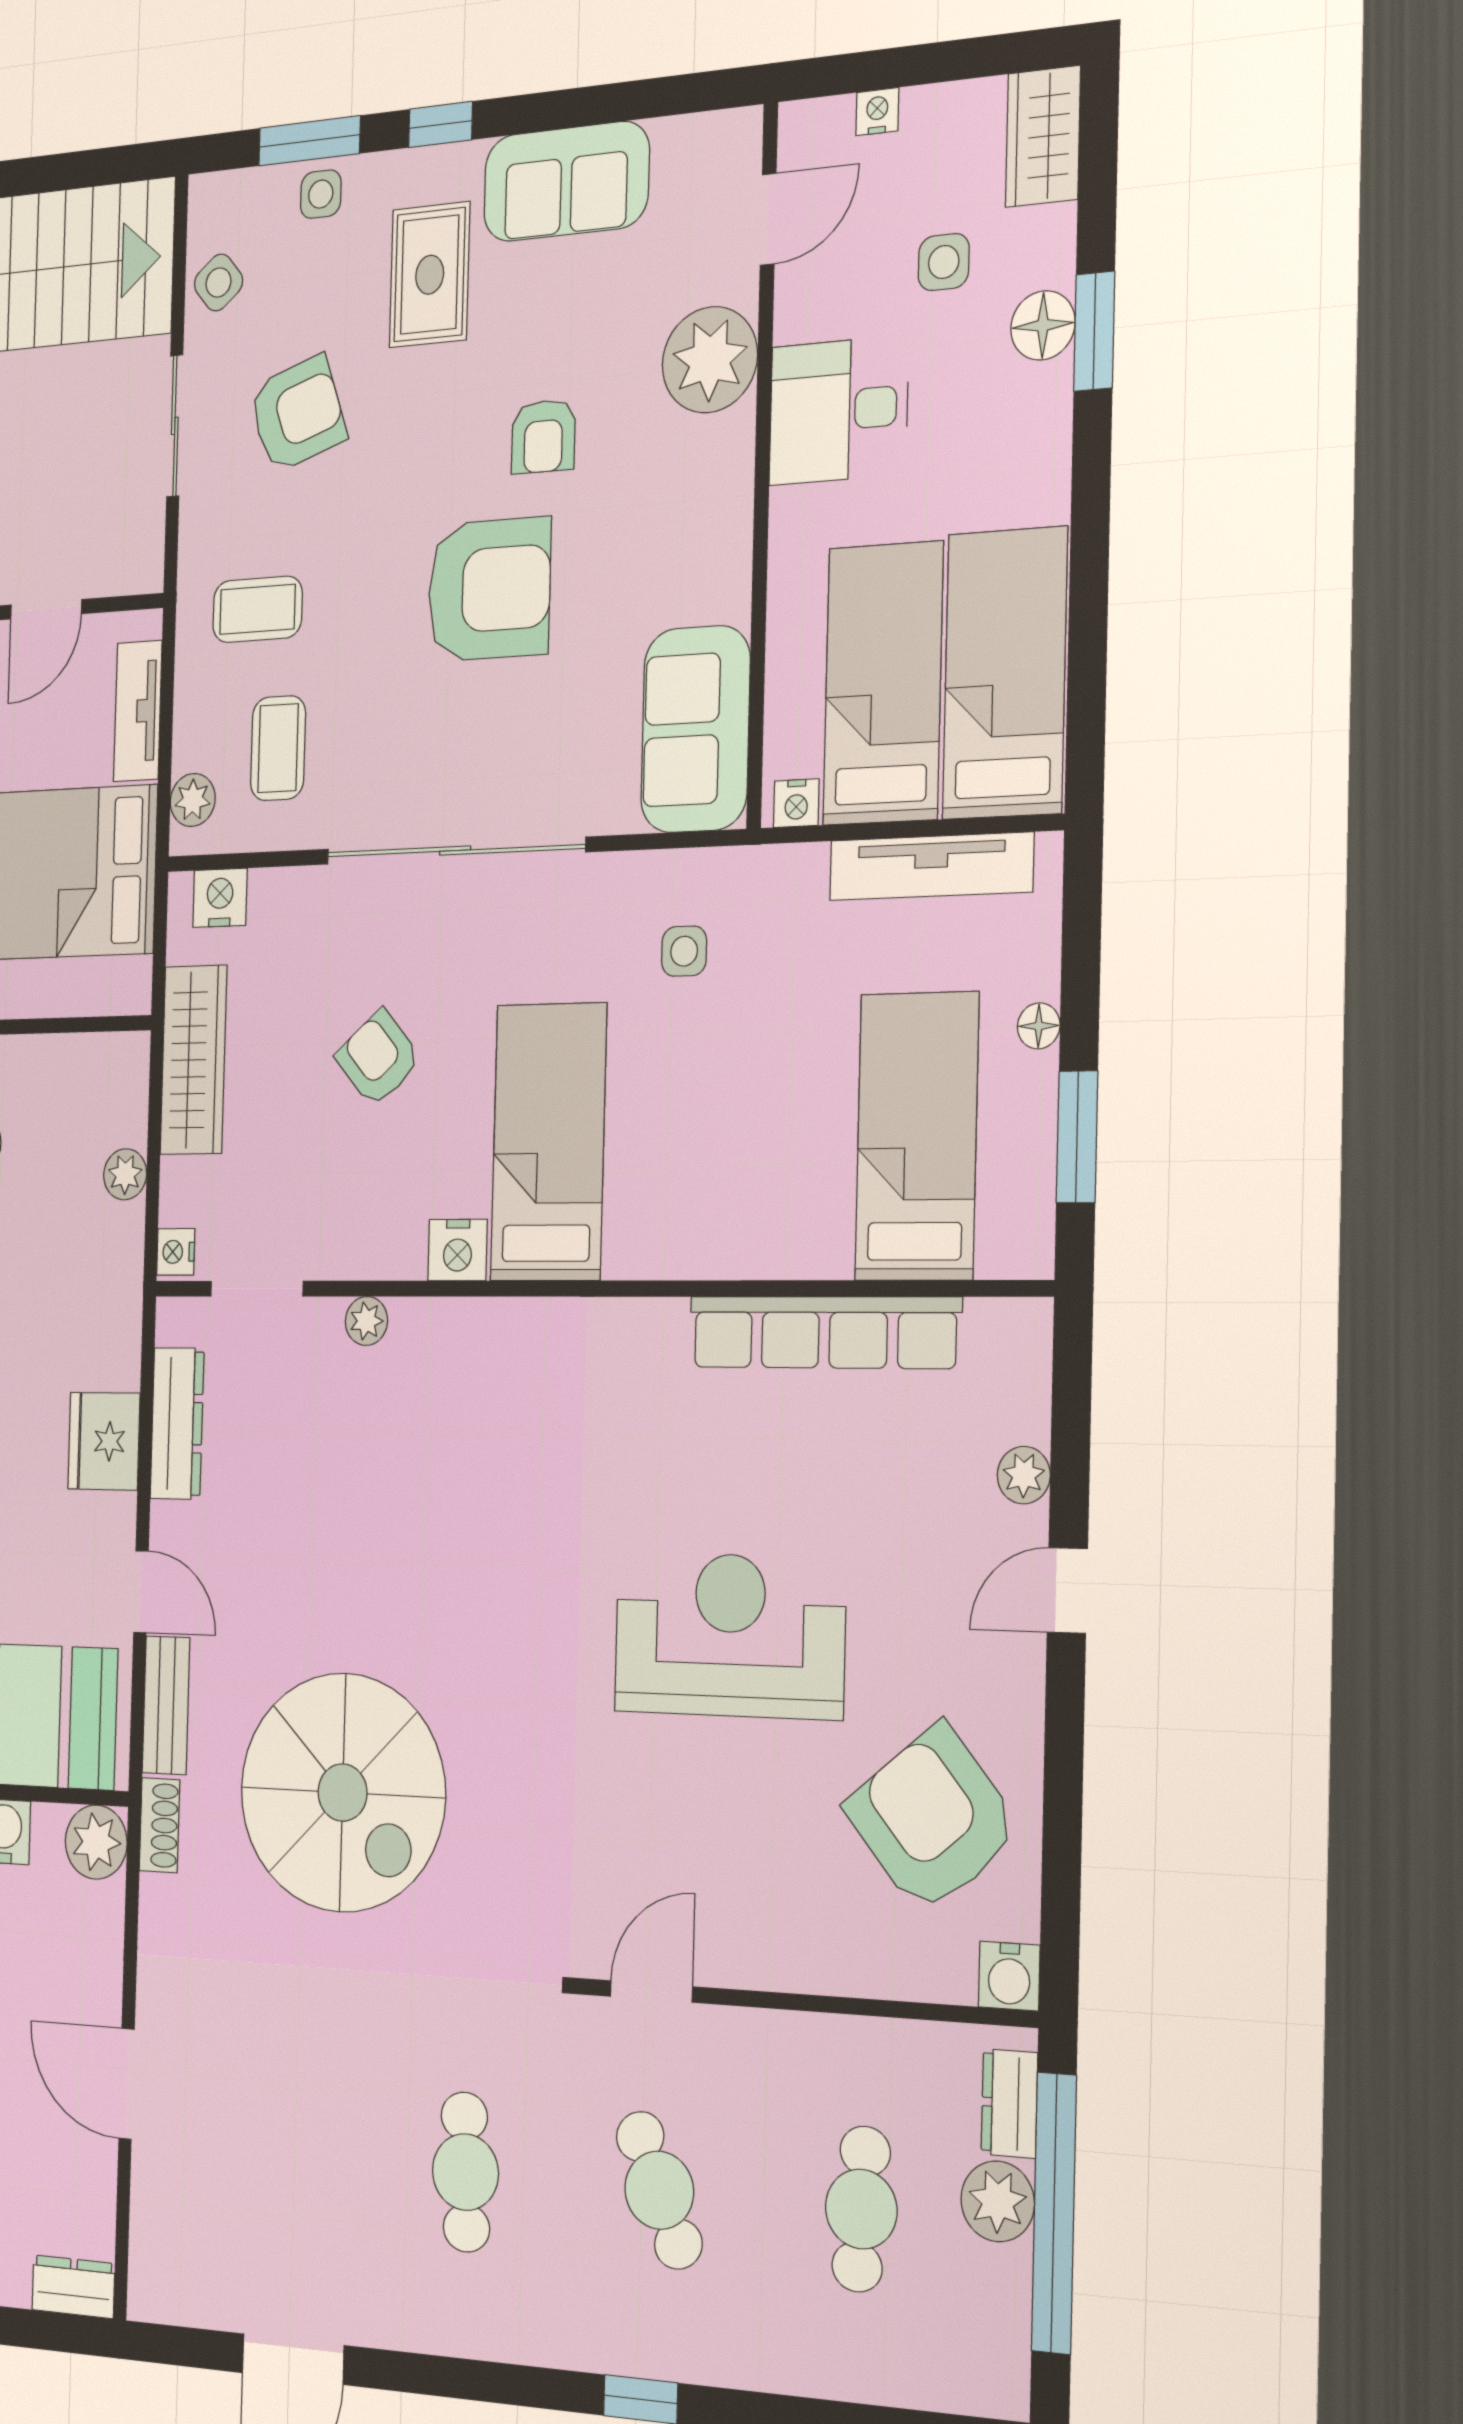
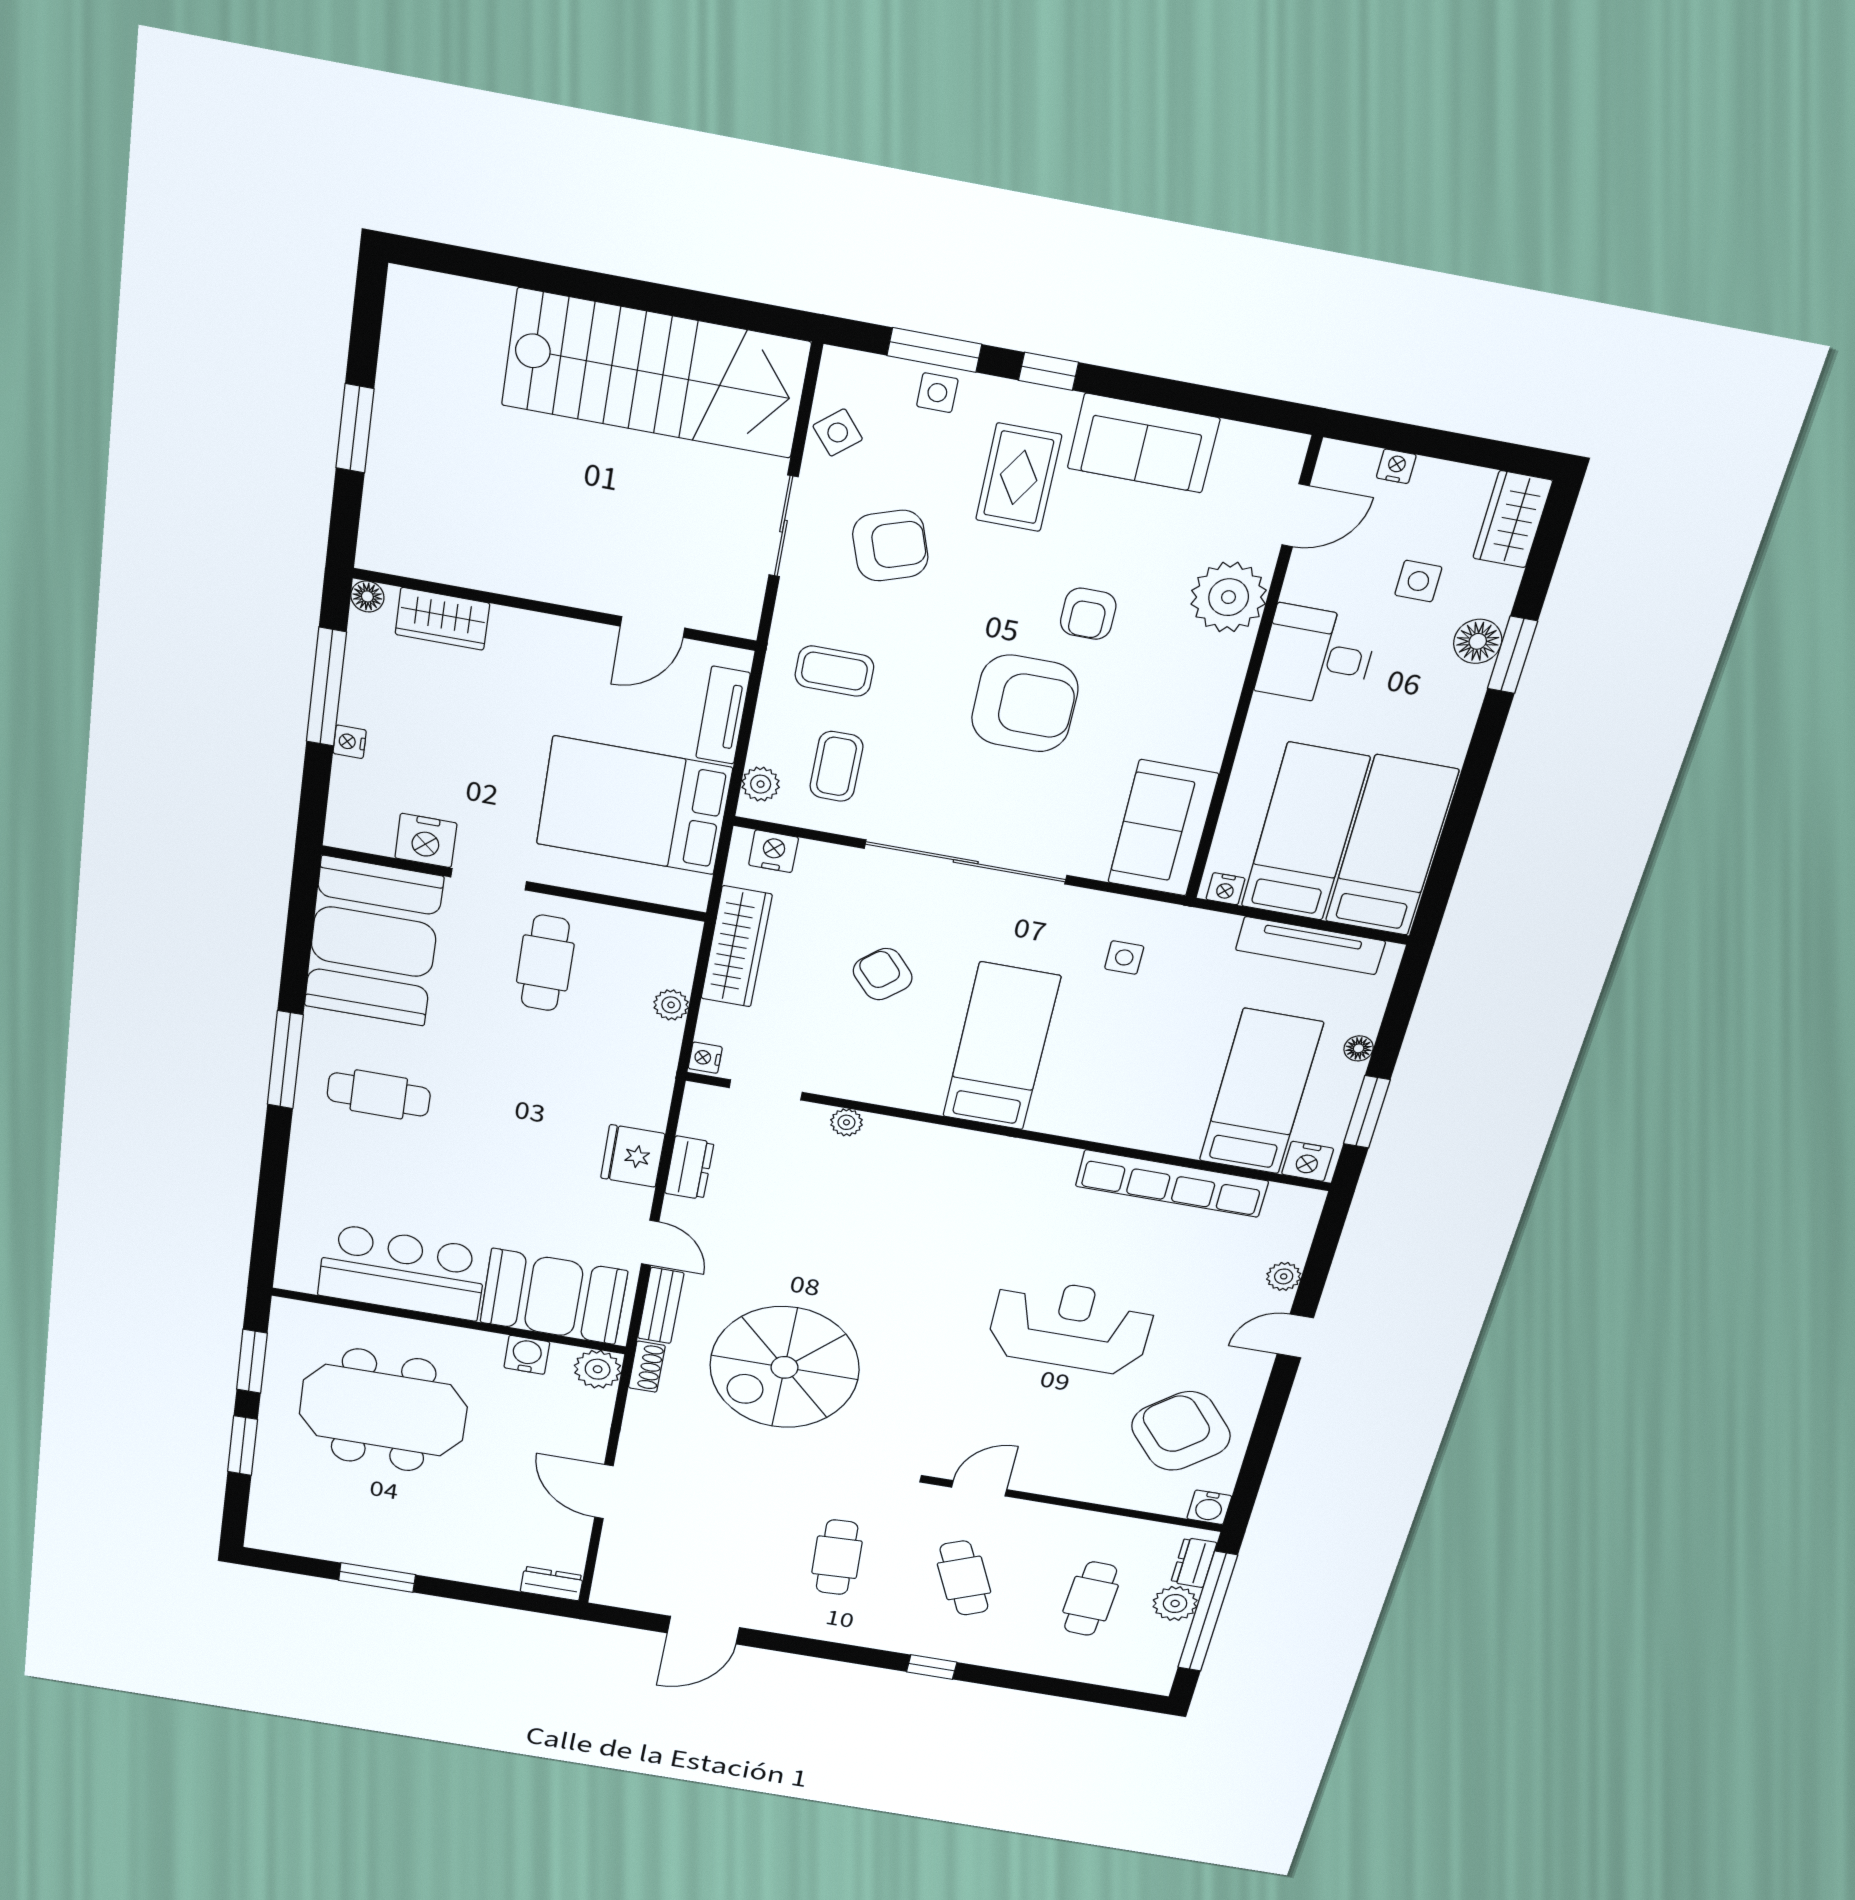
nightstand: (458, 1250) -> (1308, 1161), moved
dresser: (177, 1423) -> (689, 1168), width x0.70
spiral stairs: (343, 1793) -> (785, 1367), turned 90

